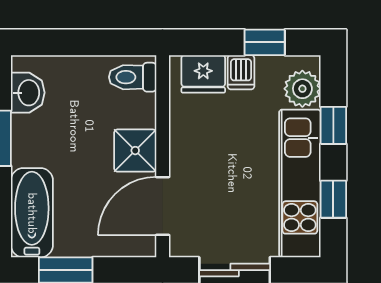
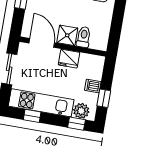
fridge: (203, 74) -> (69, 59), moved, turned -90
toilet: (133, 77) -> (84, 37), moved
window: (333, 125) -> (76, 124), moved

